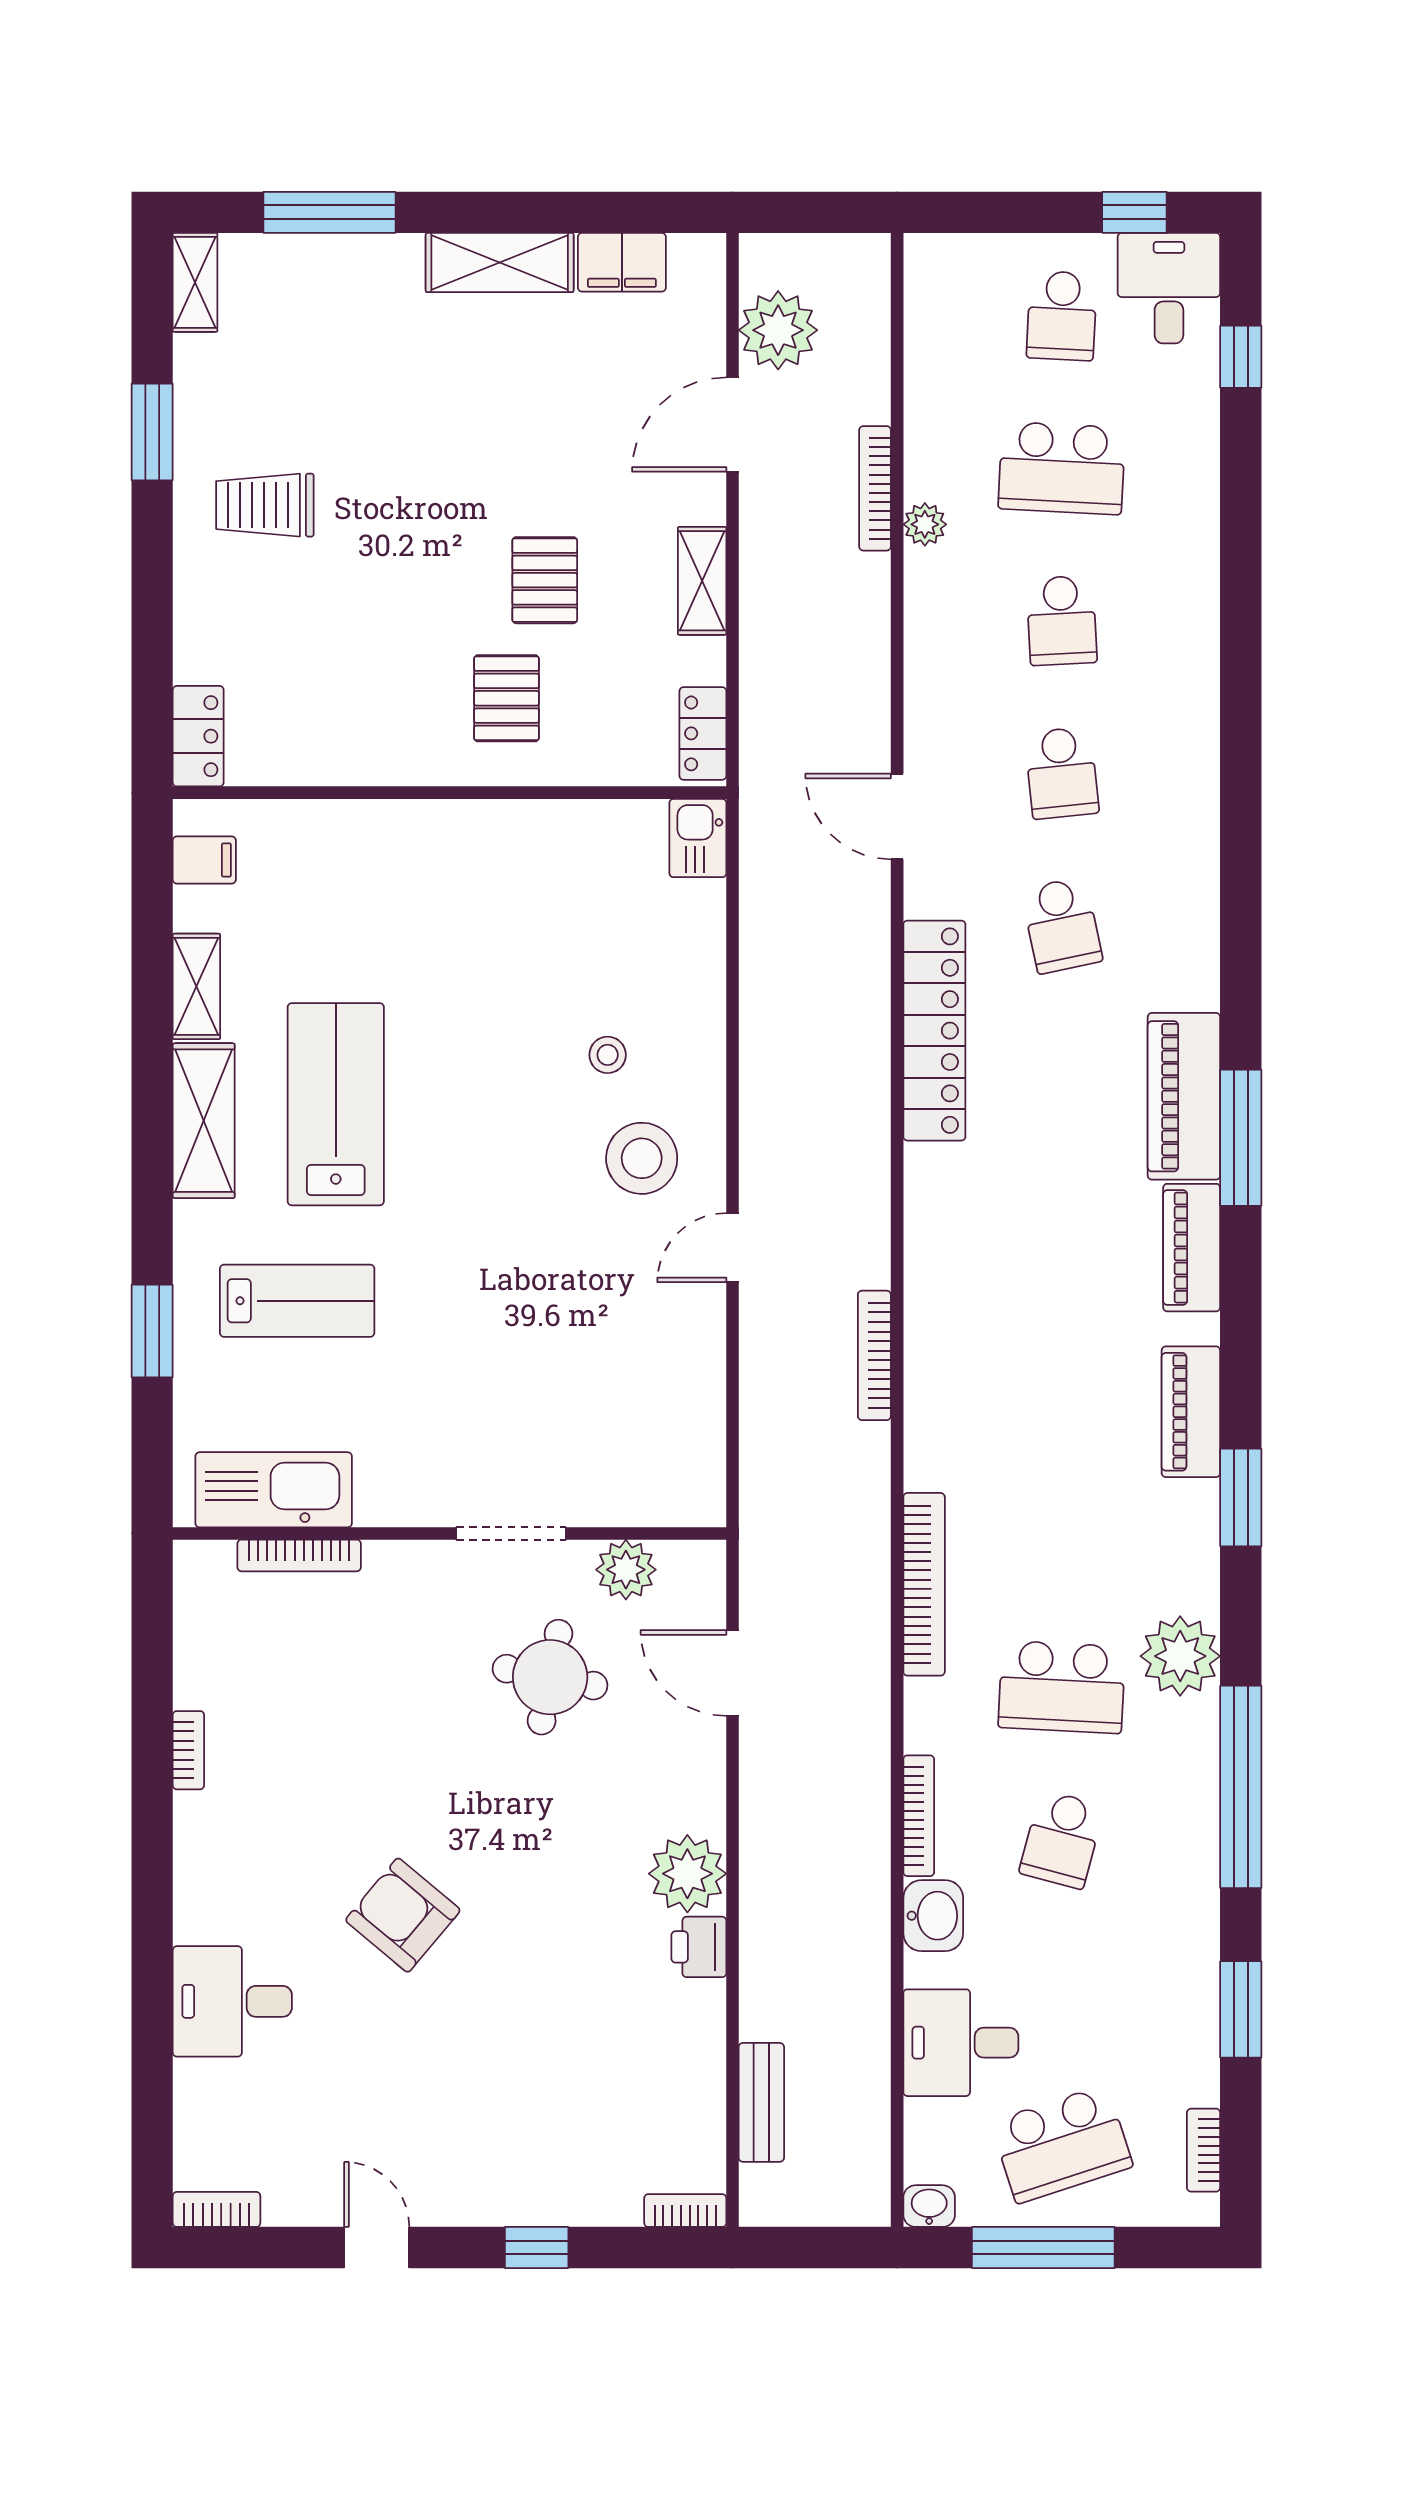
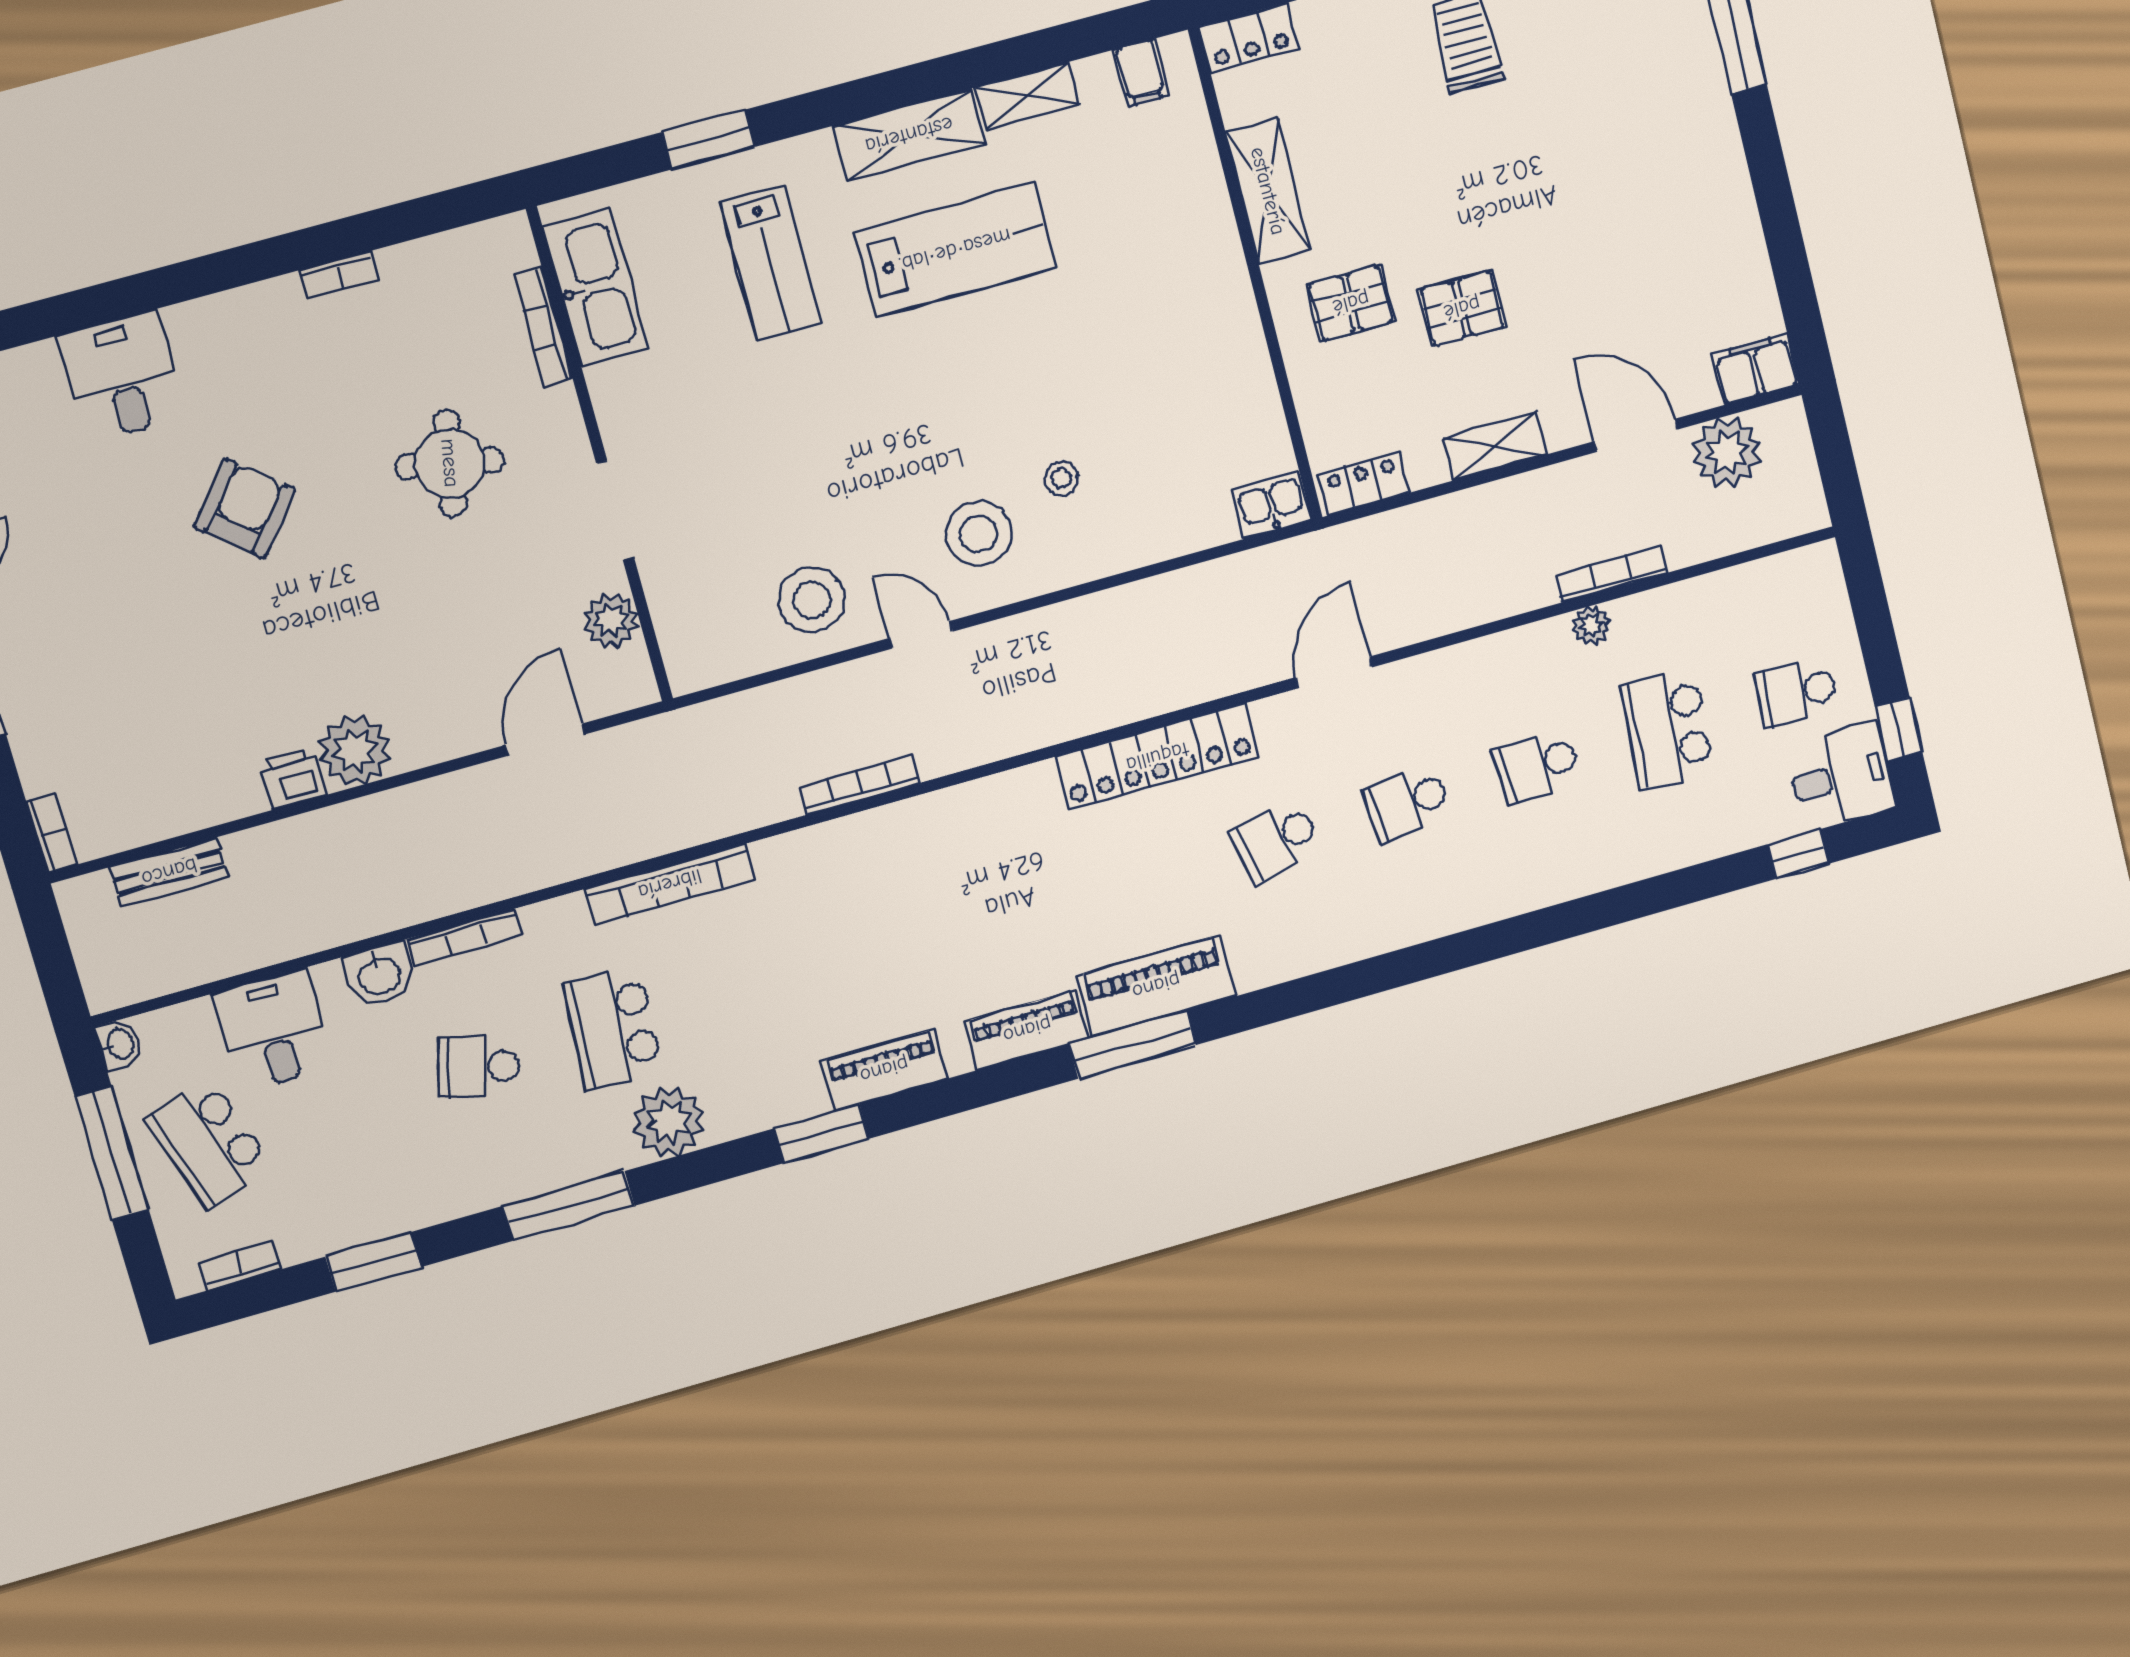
filing cabinet: (622, 262) -> (1755, 369), moved, turned 90
shelving: (500, 263) -> (1268, 191), moved
stool: (663, 1353) -> (812, 600), added
round table: (550, 1677) -> (450, 463), moved
window: (1241, 1787) -> (569, 1206), width x0.68

